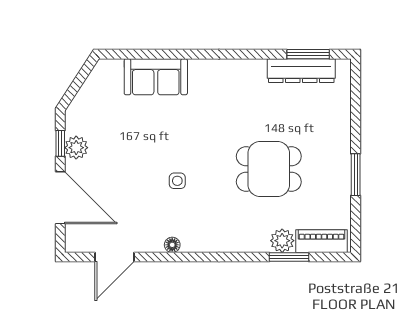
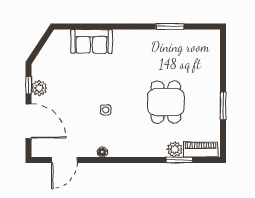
window: (308, 54) -> (170, 26), moved
dresser: (301, 71) -> (187, 37), removed
dining table: (269, 169) -> (166, 102), turned 90

